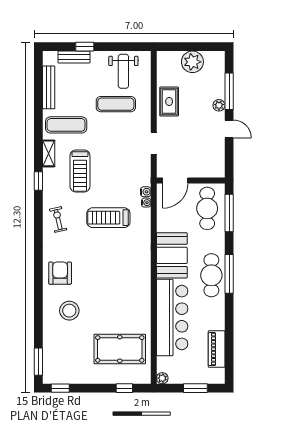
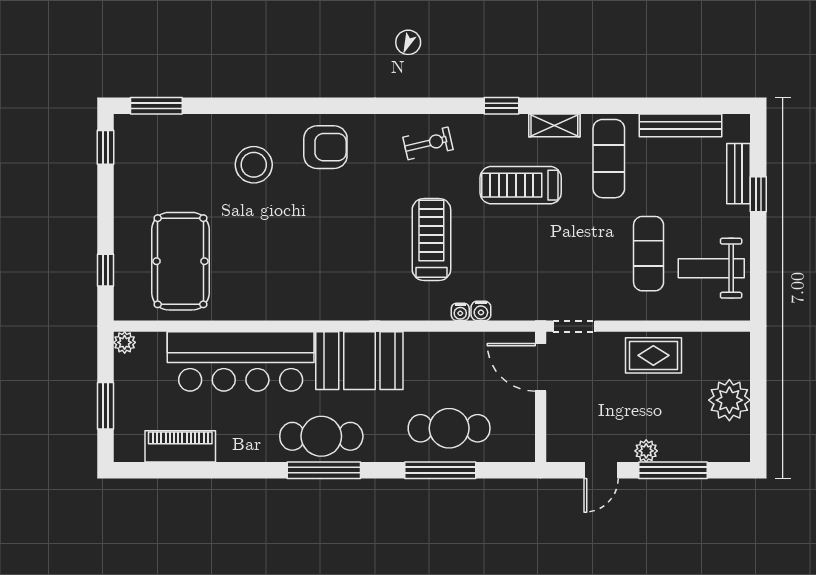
door: (175, 180) -> (541, 367), moved
wall: (191, 180) -> (541, 397), moved

